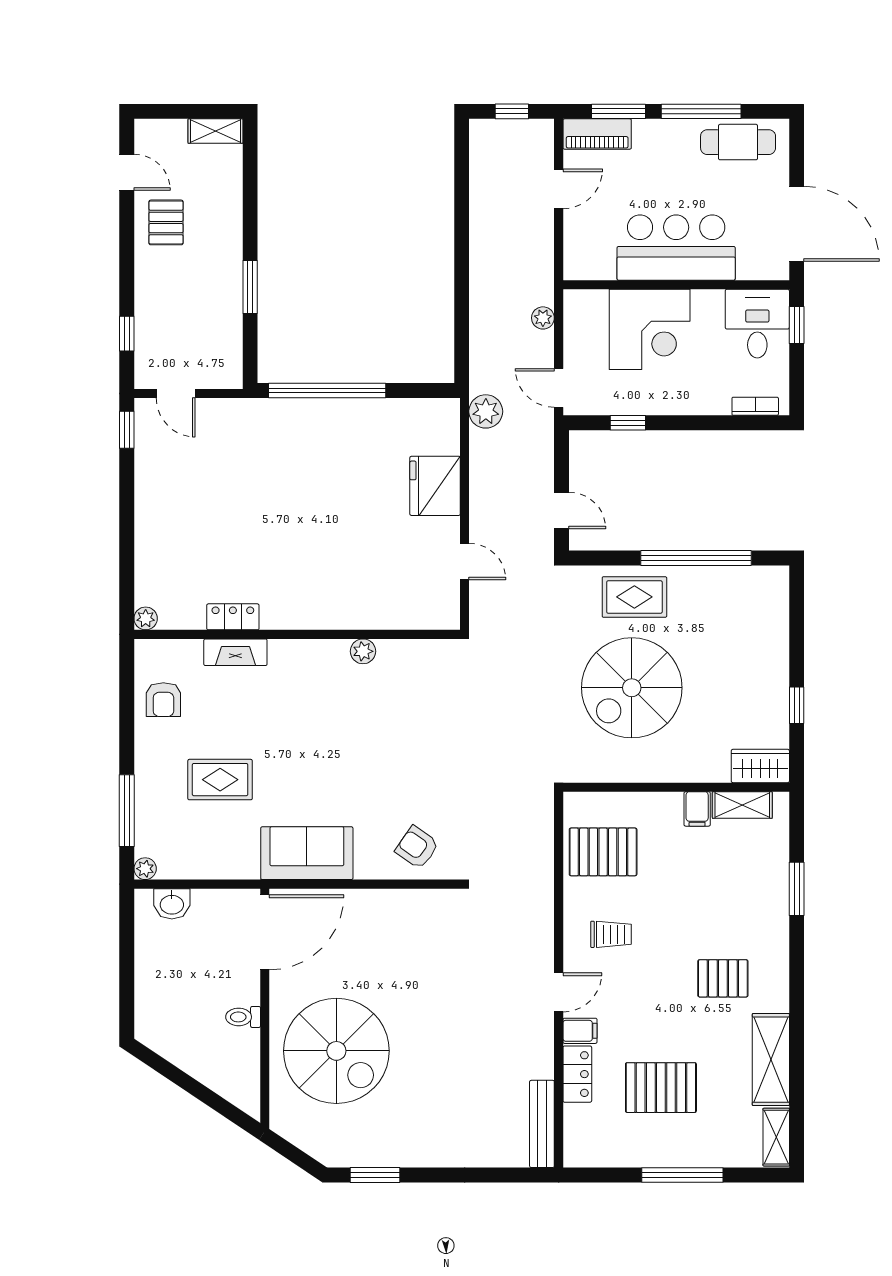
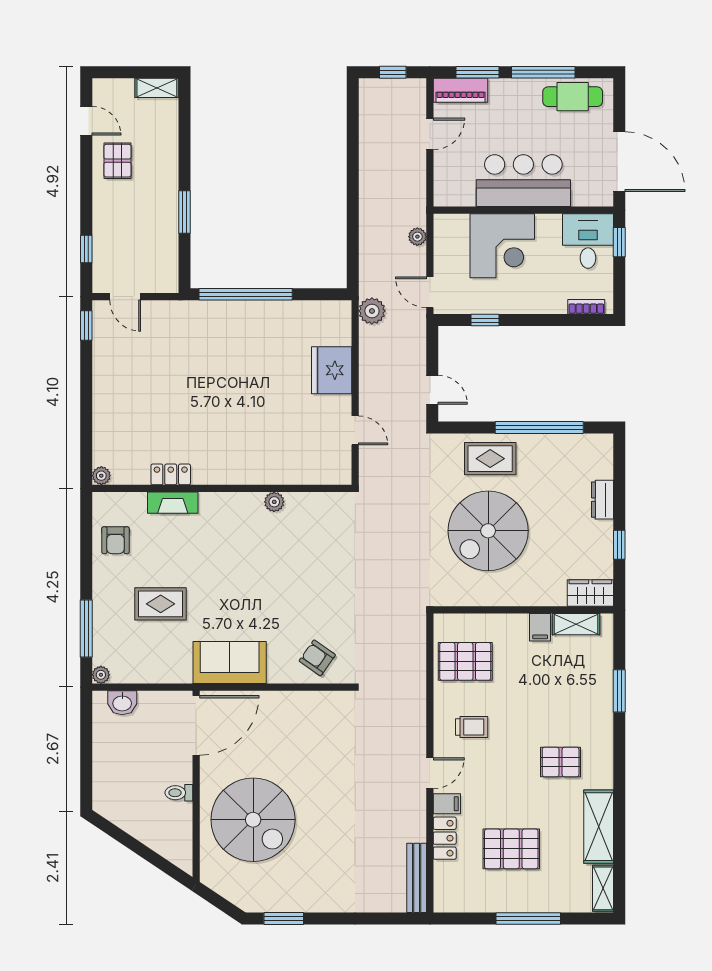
dresser: (776, 649) -> (602, 500), added

